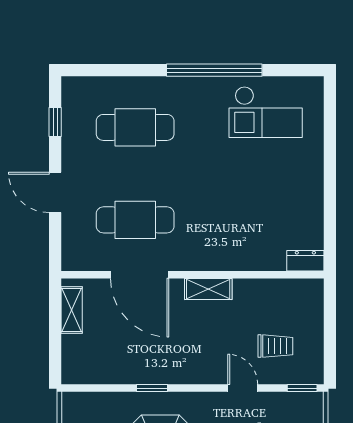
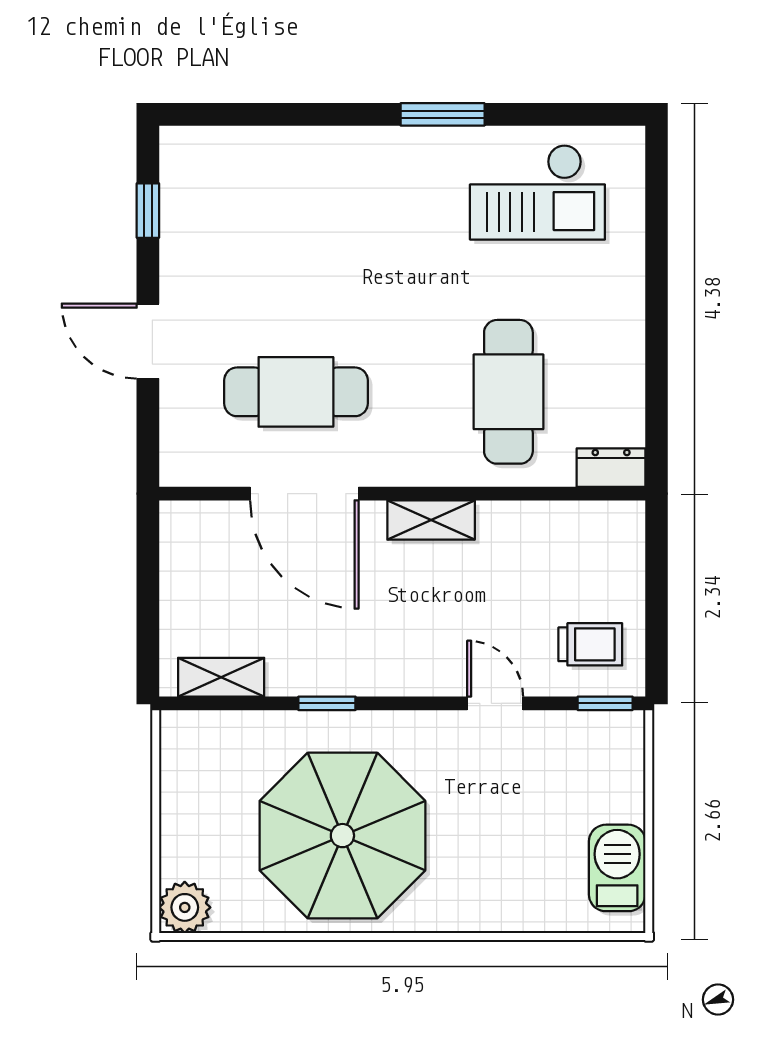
window: (214, 70) -> (443, 114), width x0.47
cafe table: (135, 127) -> (508, 392), moved, turned 90
shelving: (72, 310) -> (221, 677), moved, turned 90
trolley: (275, 346) -> (590, 644), moved

